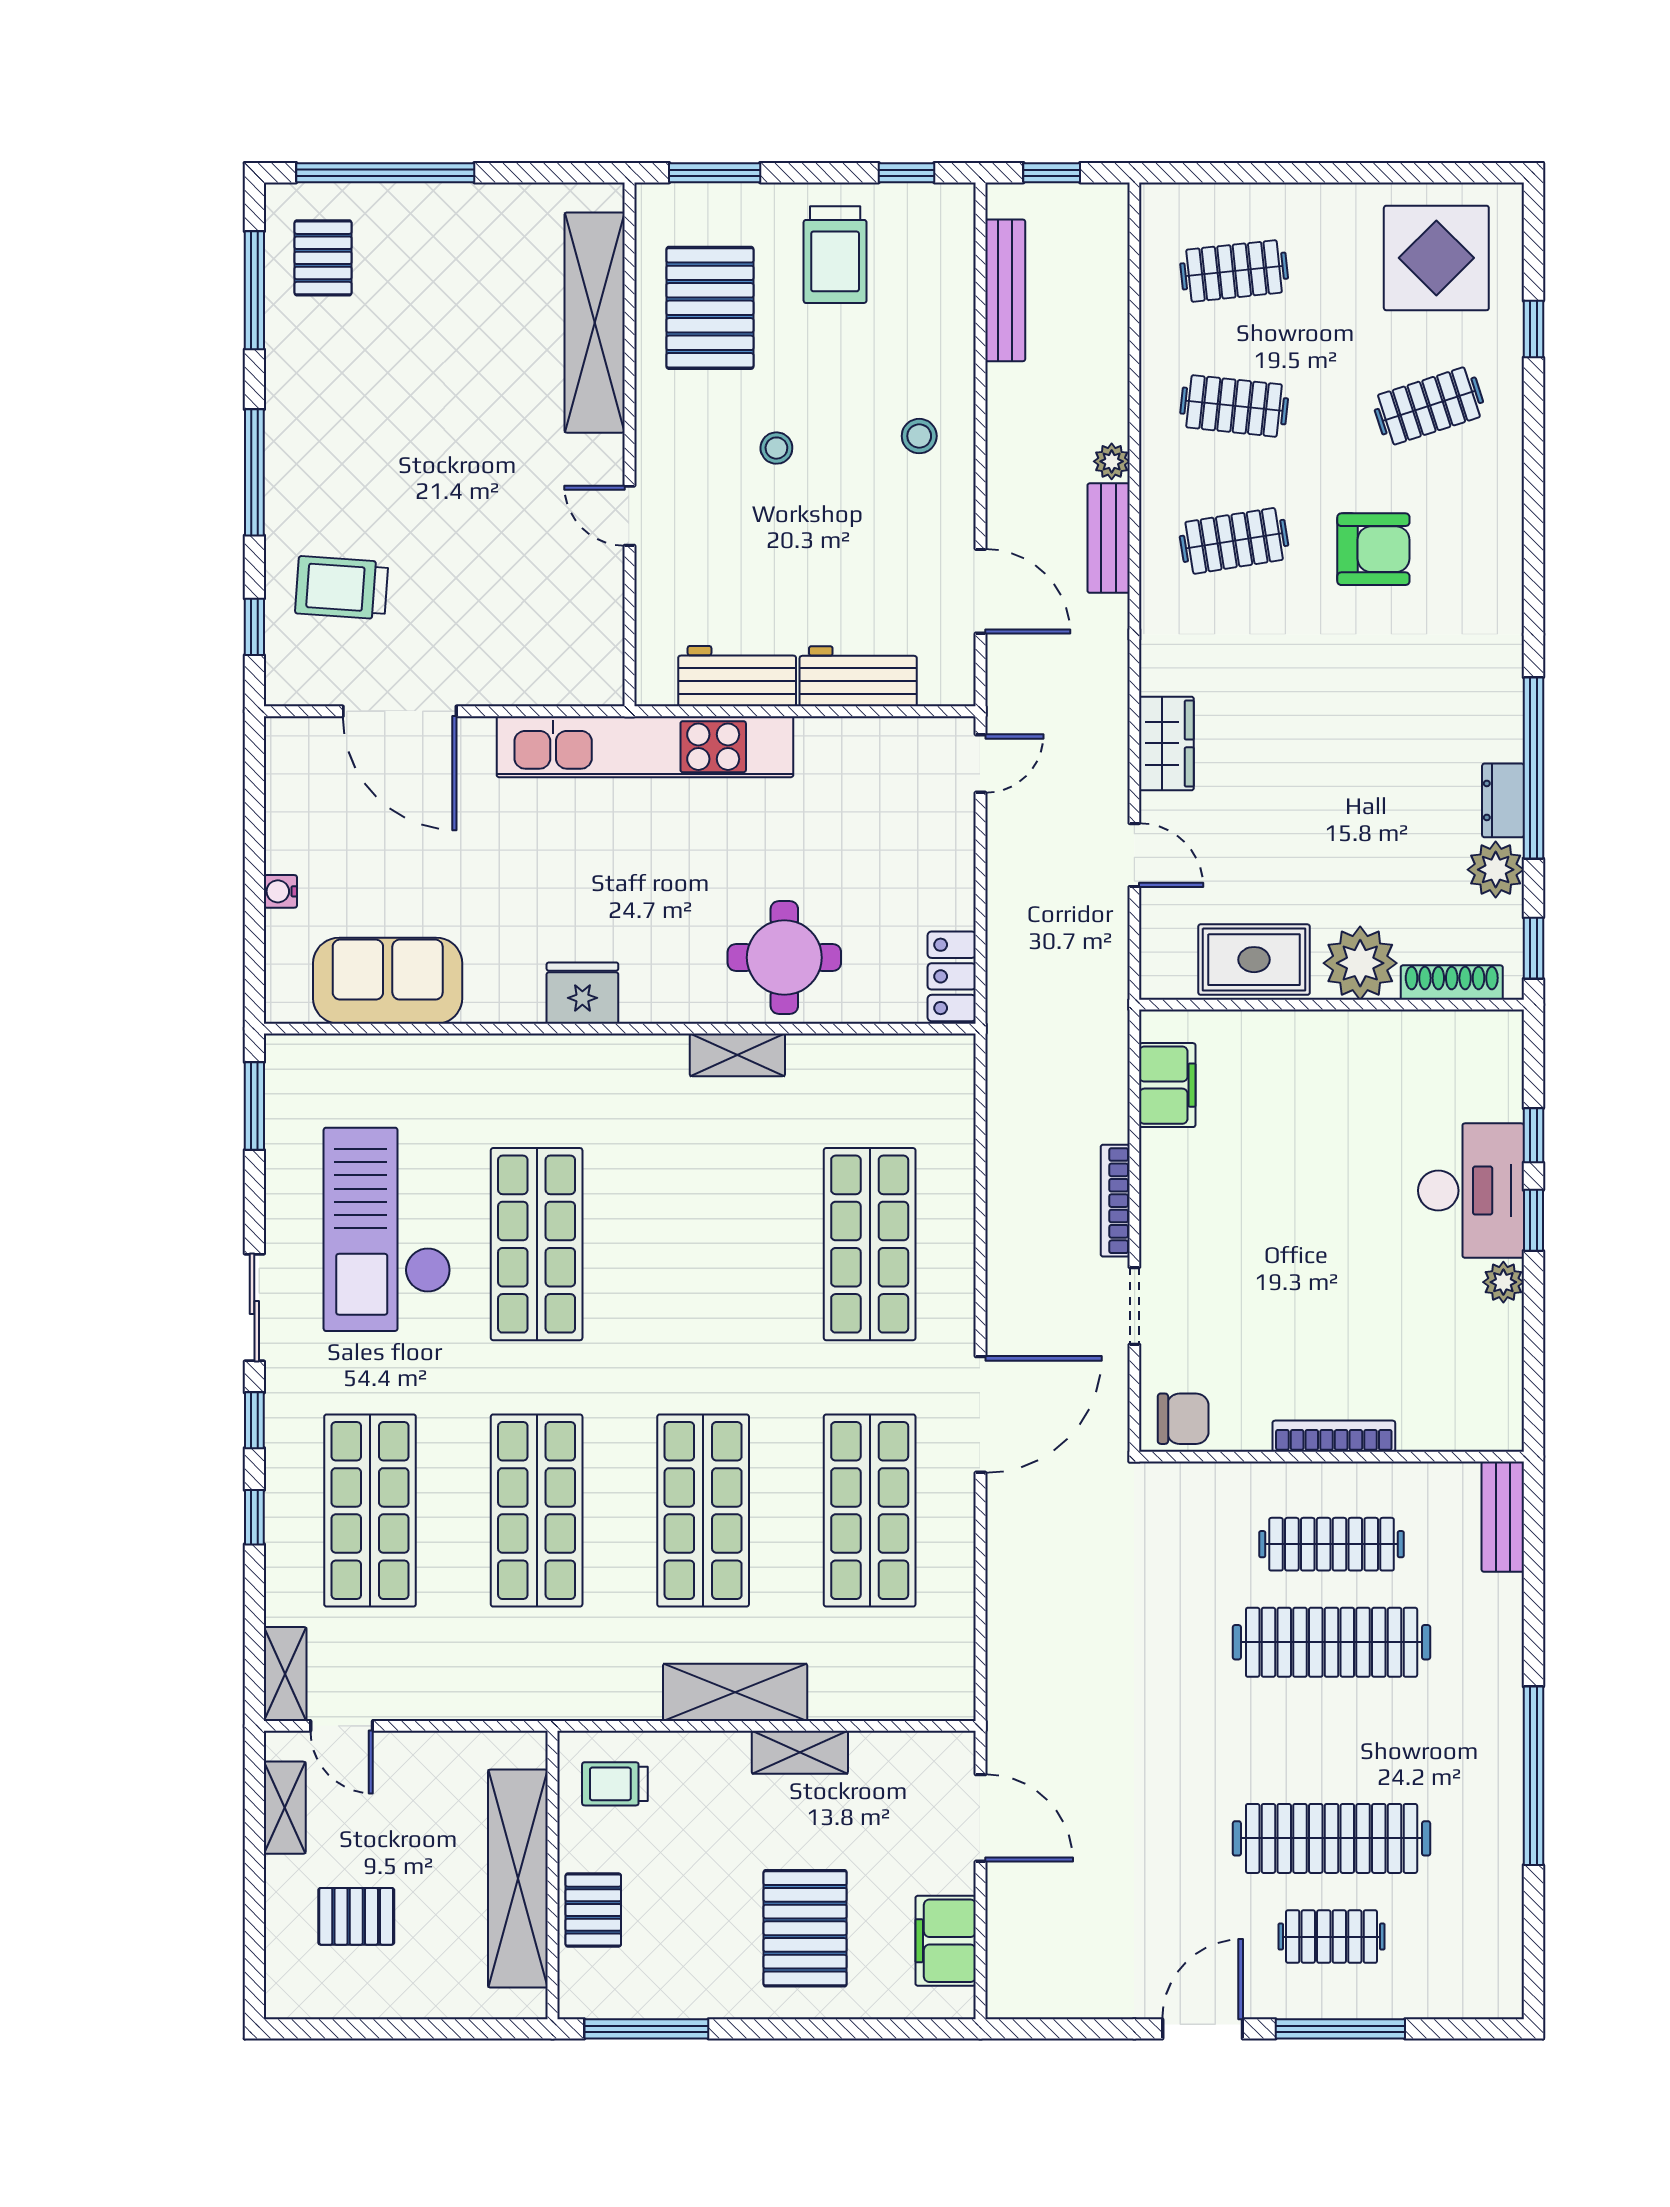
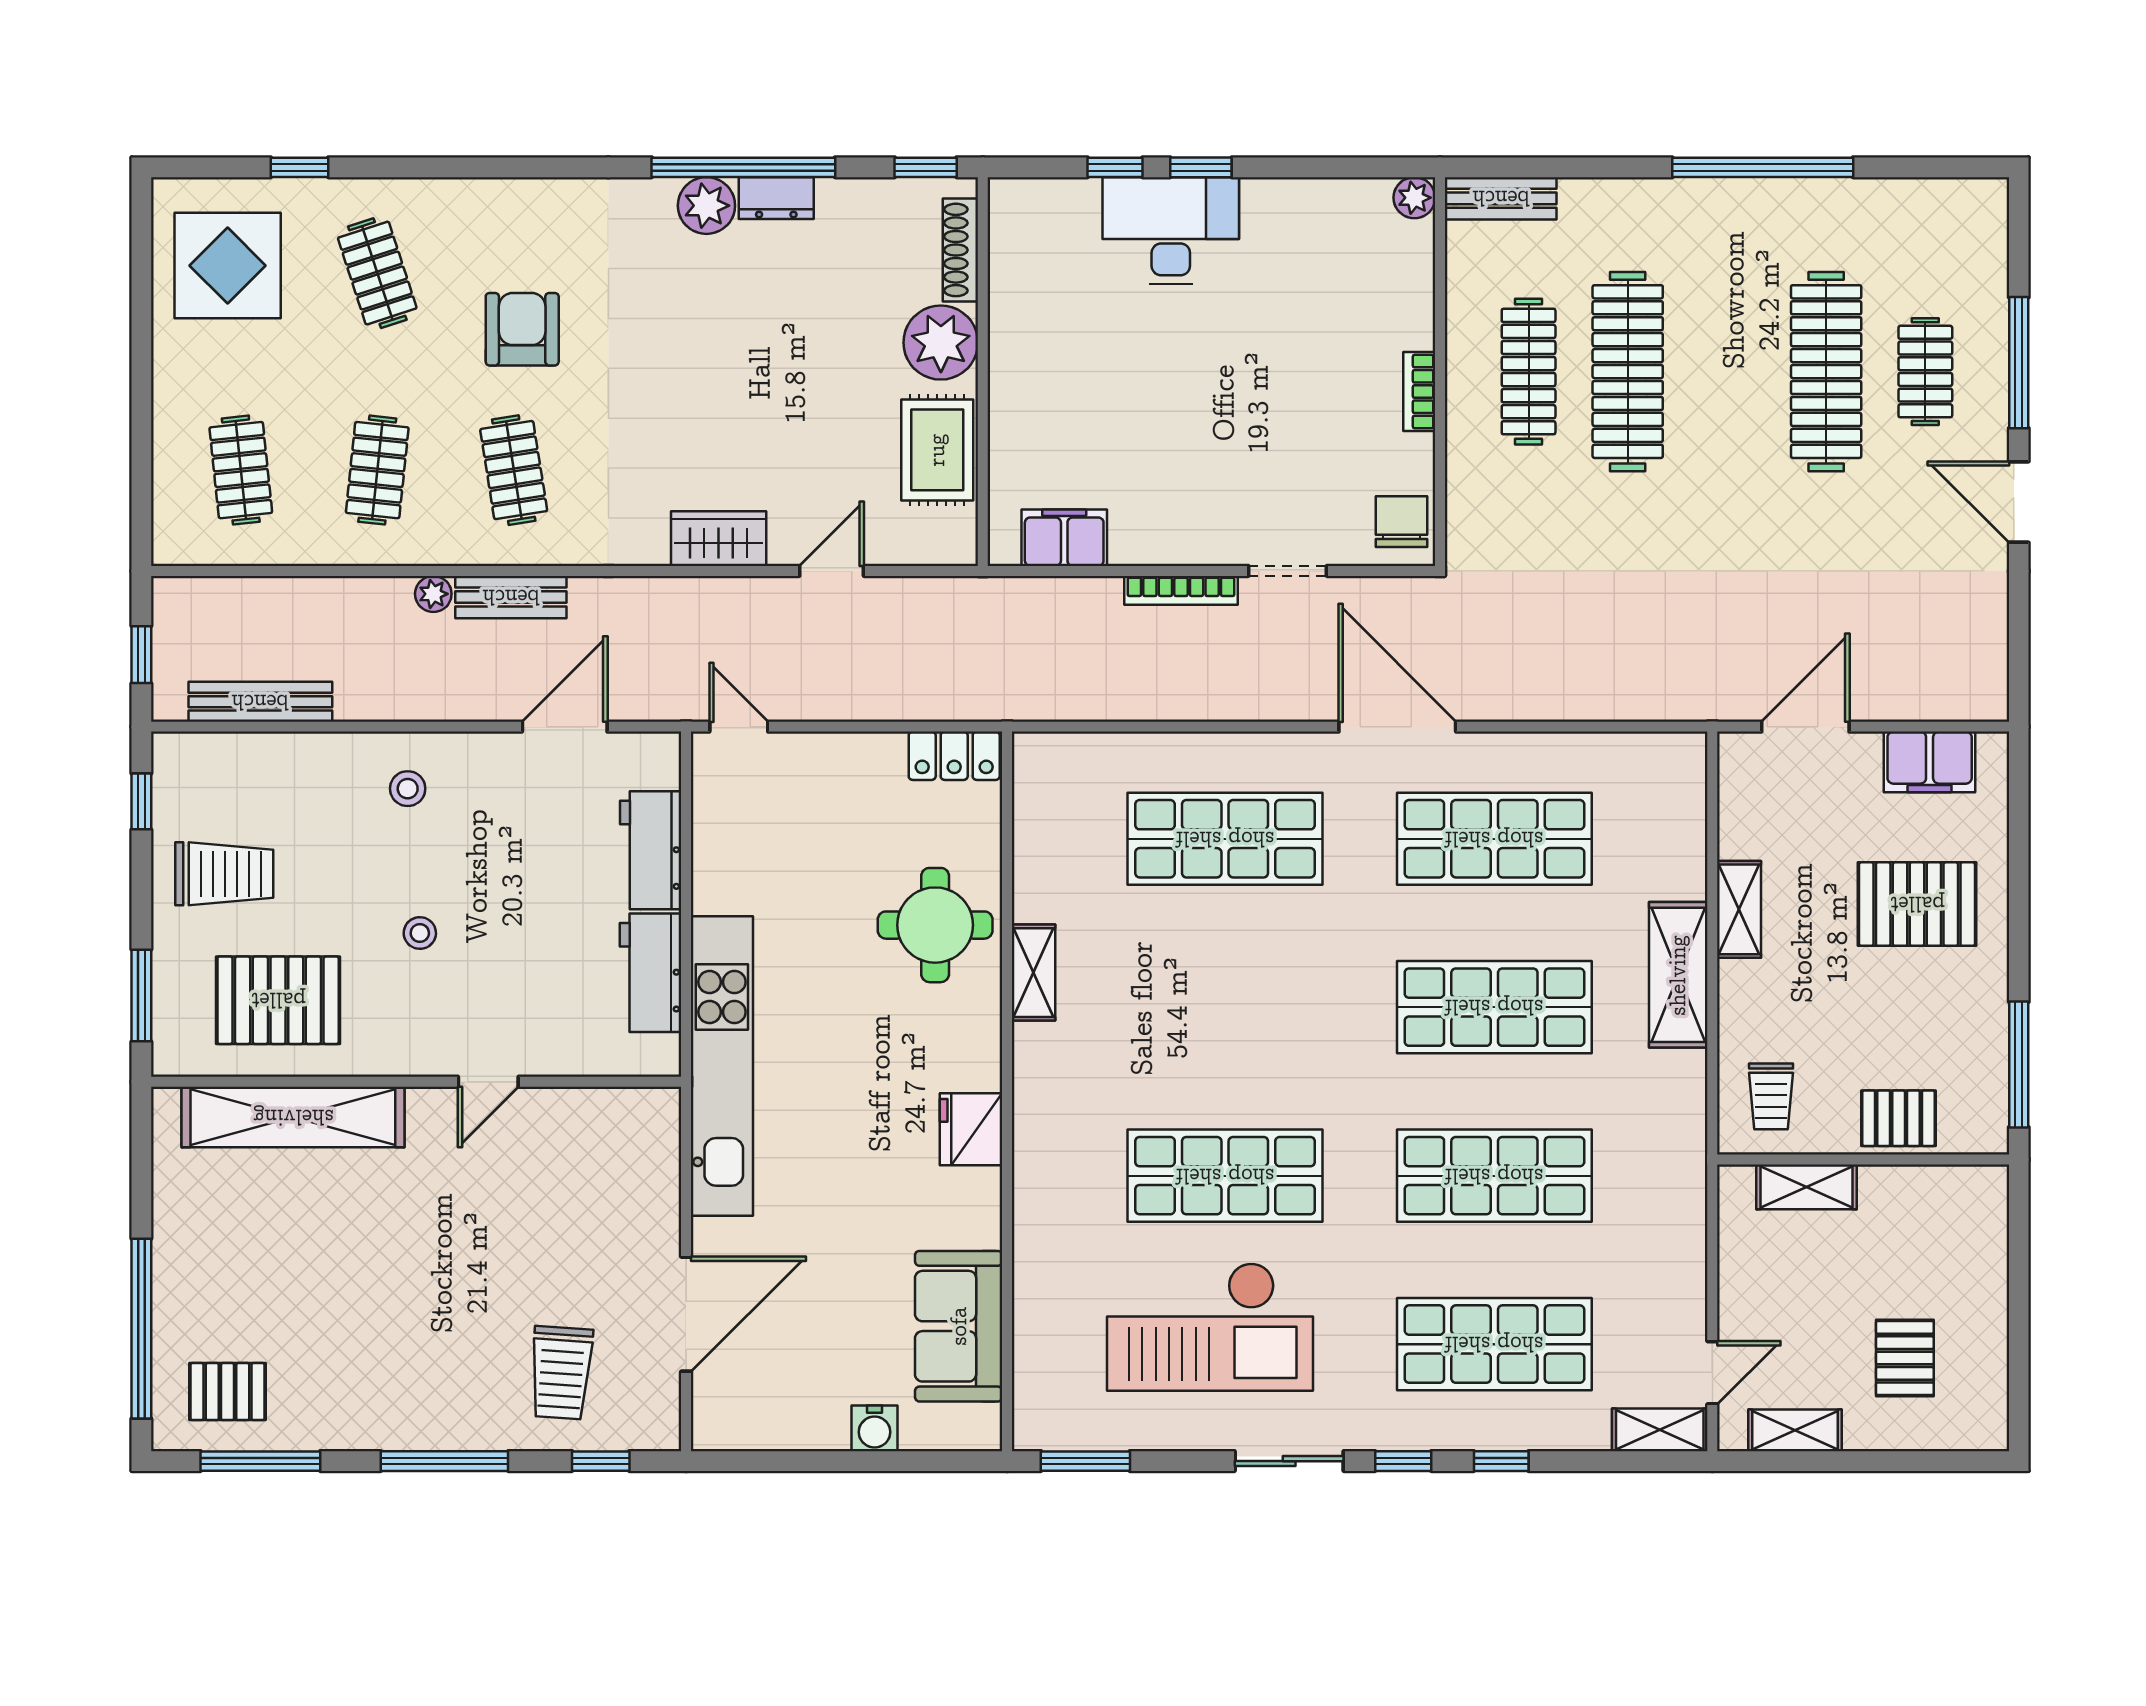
plant: (1496, 870) -> (706, 206), moved
water cooler: (280, 891) -> (875, 1428), width x1.38, depth x1.38
plant: (1503, 1282) -> (1414, 198), moved
bookcase: (1334, 1436) -> (1419, 392), width x0.64
shelving: (518, 1879) -> (1807, 1187), width x0.45, depth x0.75

